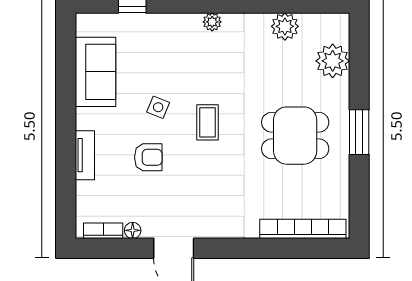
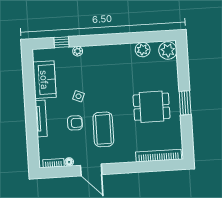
plant: (212, 22) -> (78, 51), moved
plant: (333, 61) -> (168, 50), moved
coffee table: (208, 122) -> (103, 129), moved, width x1.86, depth x1.72
tv unit: (85, 155) -> (41, 119), width x1.41

